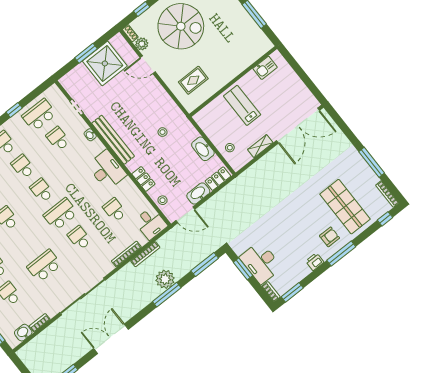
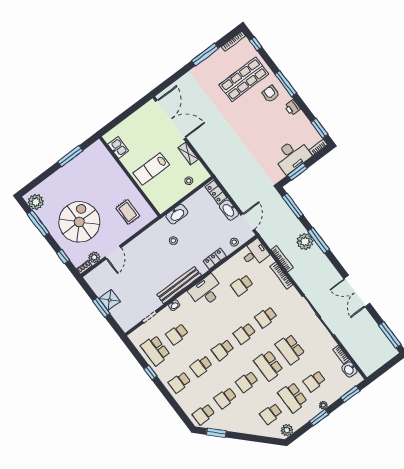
shower: (105, 63) -> (110, 300), width x0.54, depth x0.54
washbasin: (203, 149) -> (177, 214), moved
school desk: (61, 214) -> (244, 333), width x0.54
school desk: (25, 242) -> (269, 365), added

